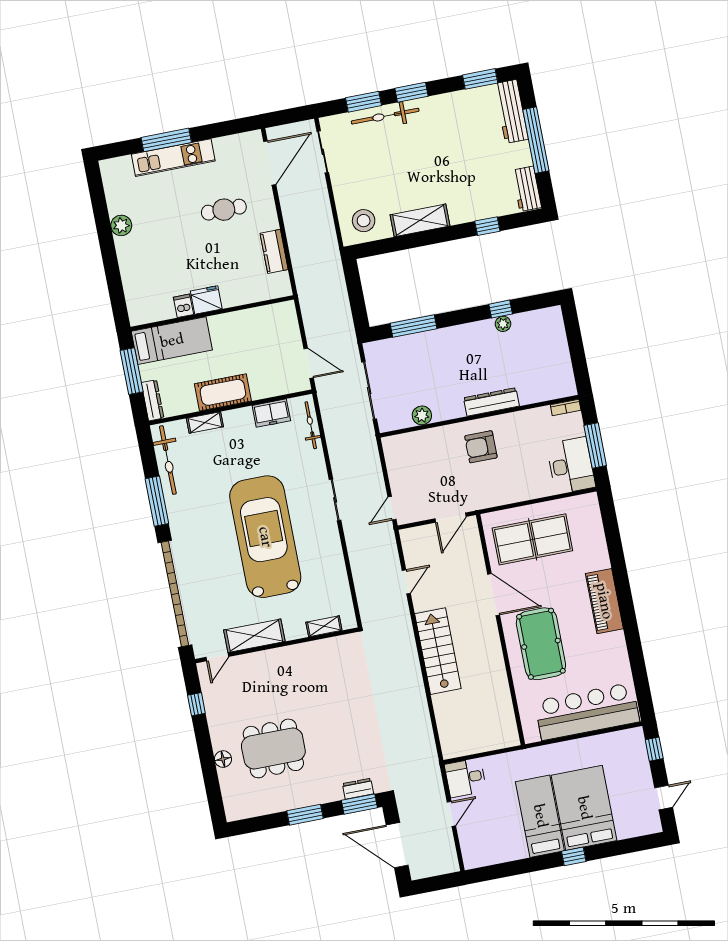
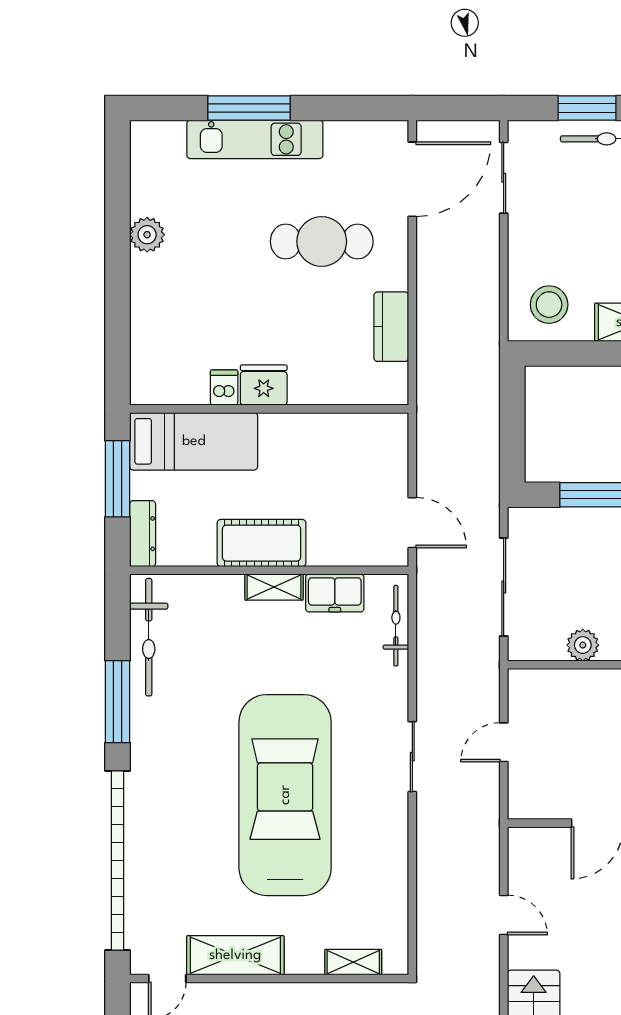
cafe table: (224, 210) -> (322, 241), width x1.37, depth x1.35
shelving: (205, 422) -> (274, 587), moved
door: (392, 508) -> (504, 742), moved
door: (406, 582) -> (504, 915), hinge flipped

